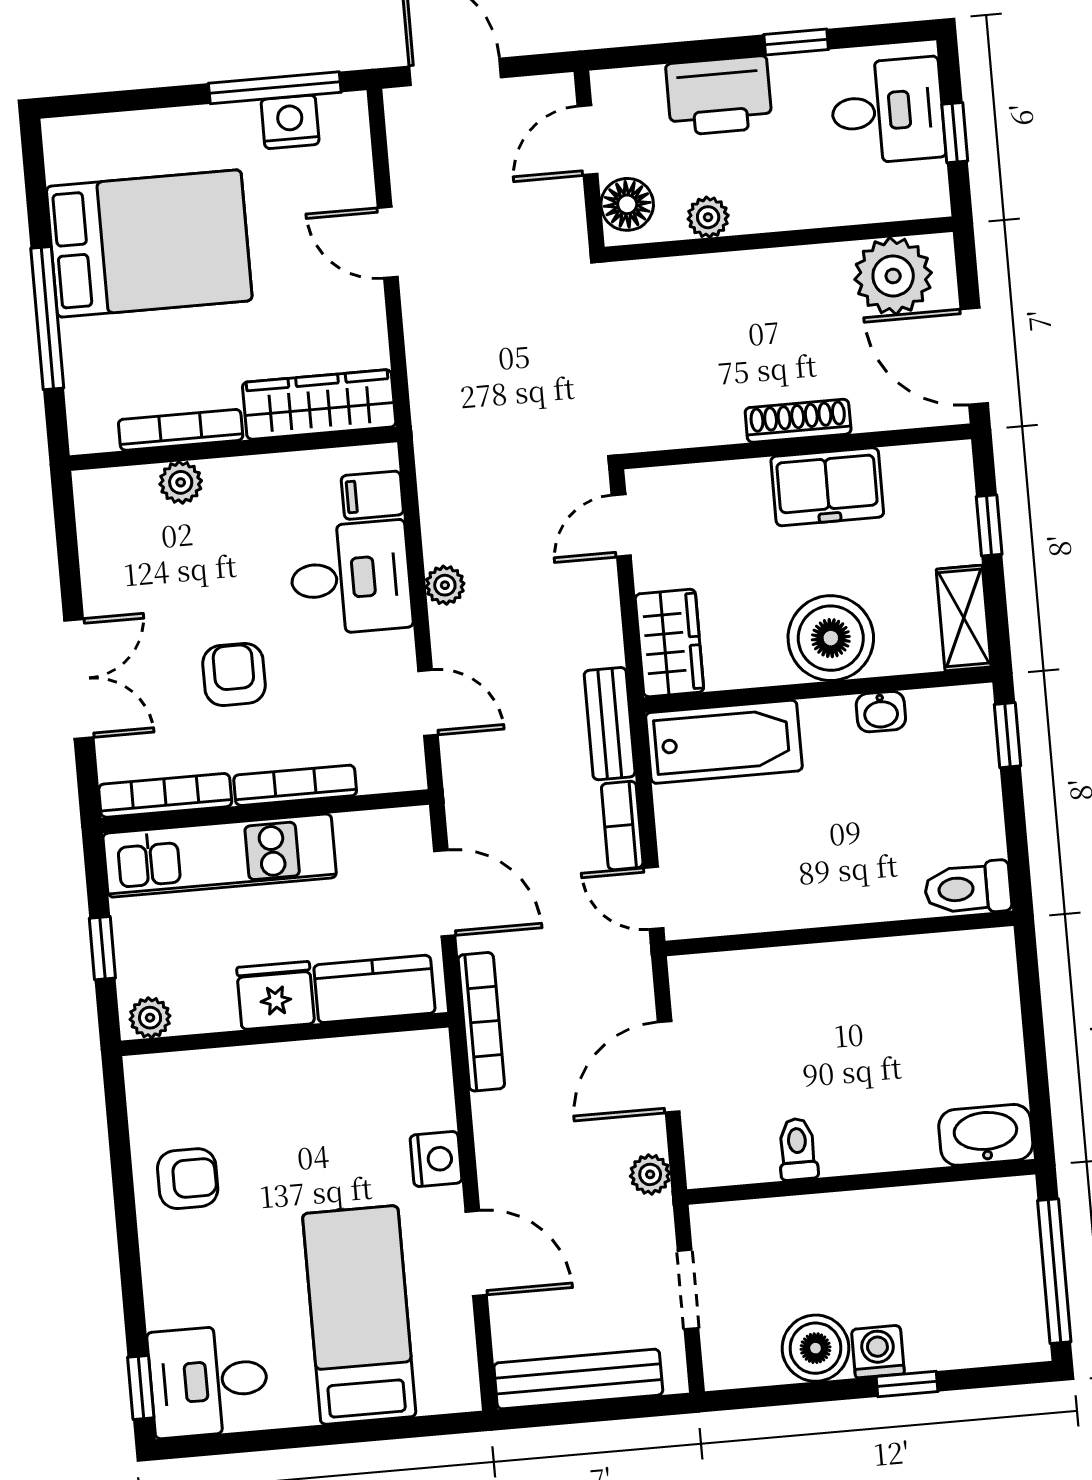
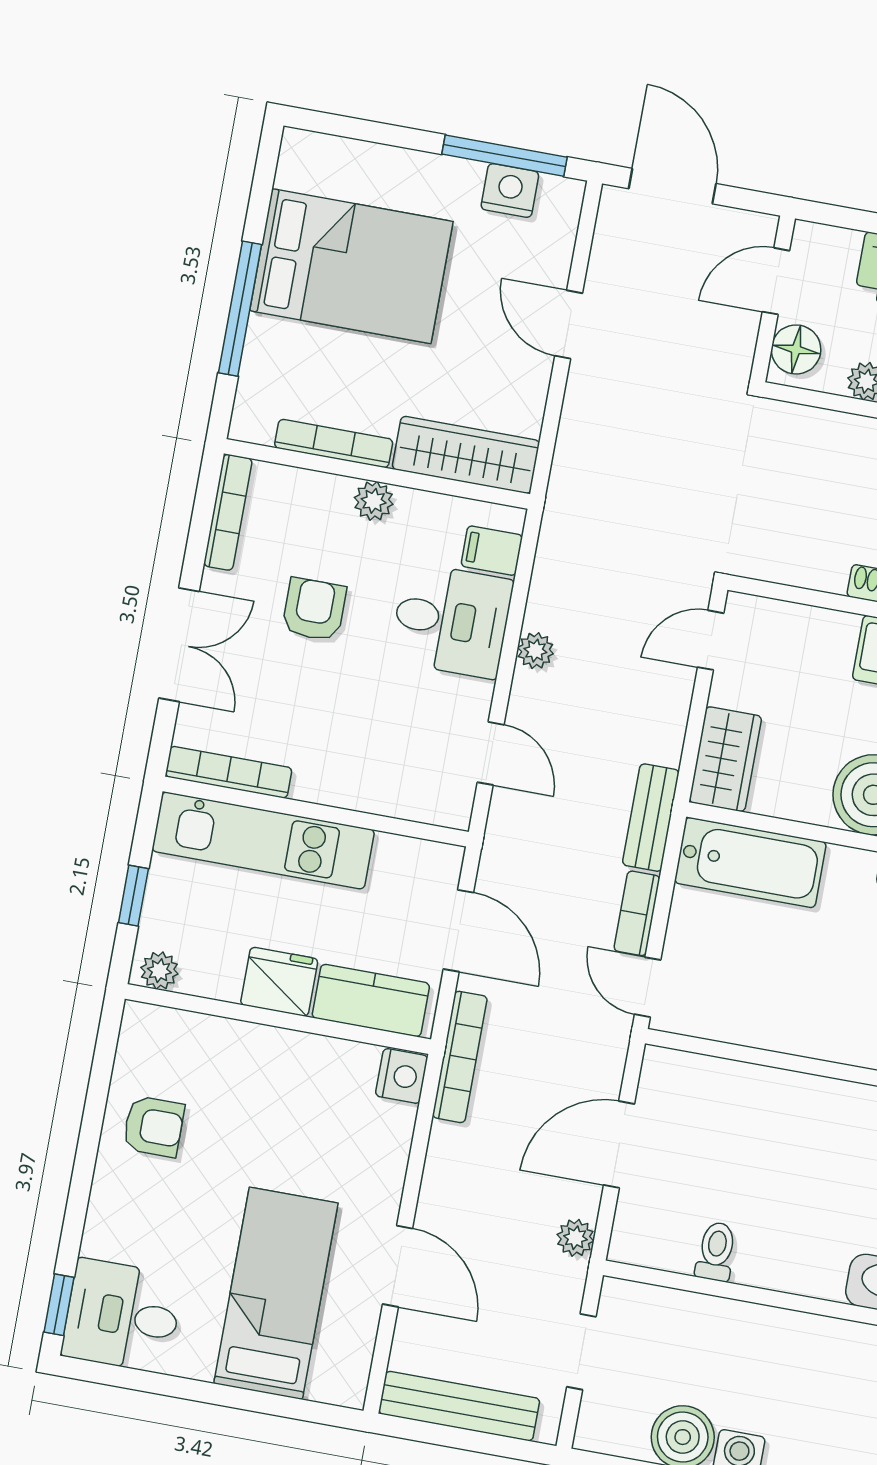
plant: (181, 482) -> (374, 501), moved
armchair: (234, 674) -> (314, 609), moved
bookcase: (295, 785) -> (228, 512), moved, turned 90
nightstand: (436, 1159) -> (402, 1076), moved

